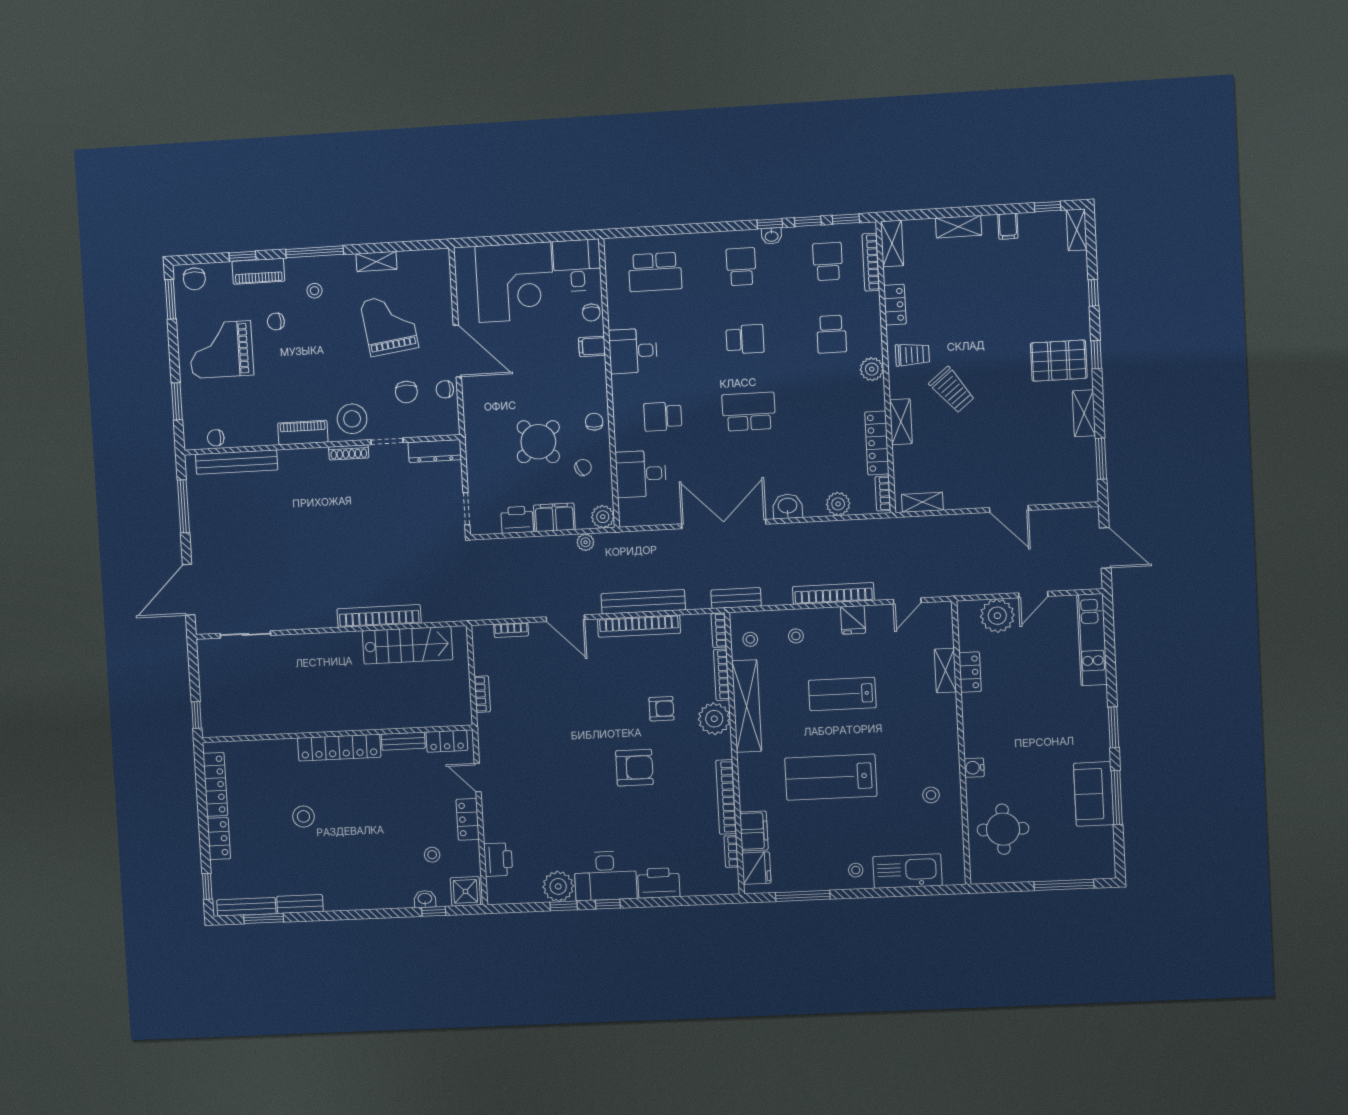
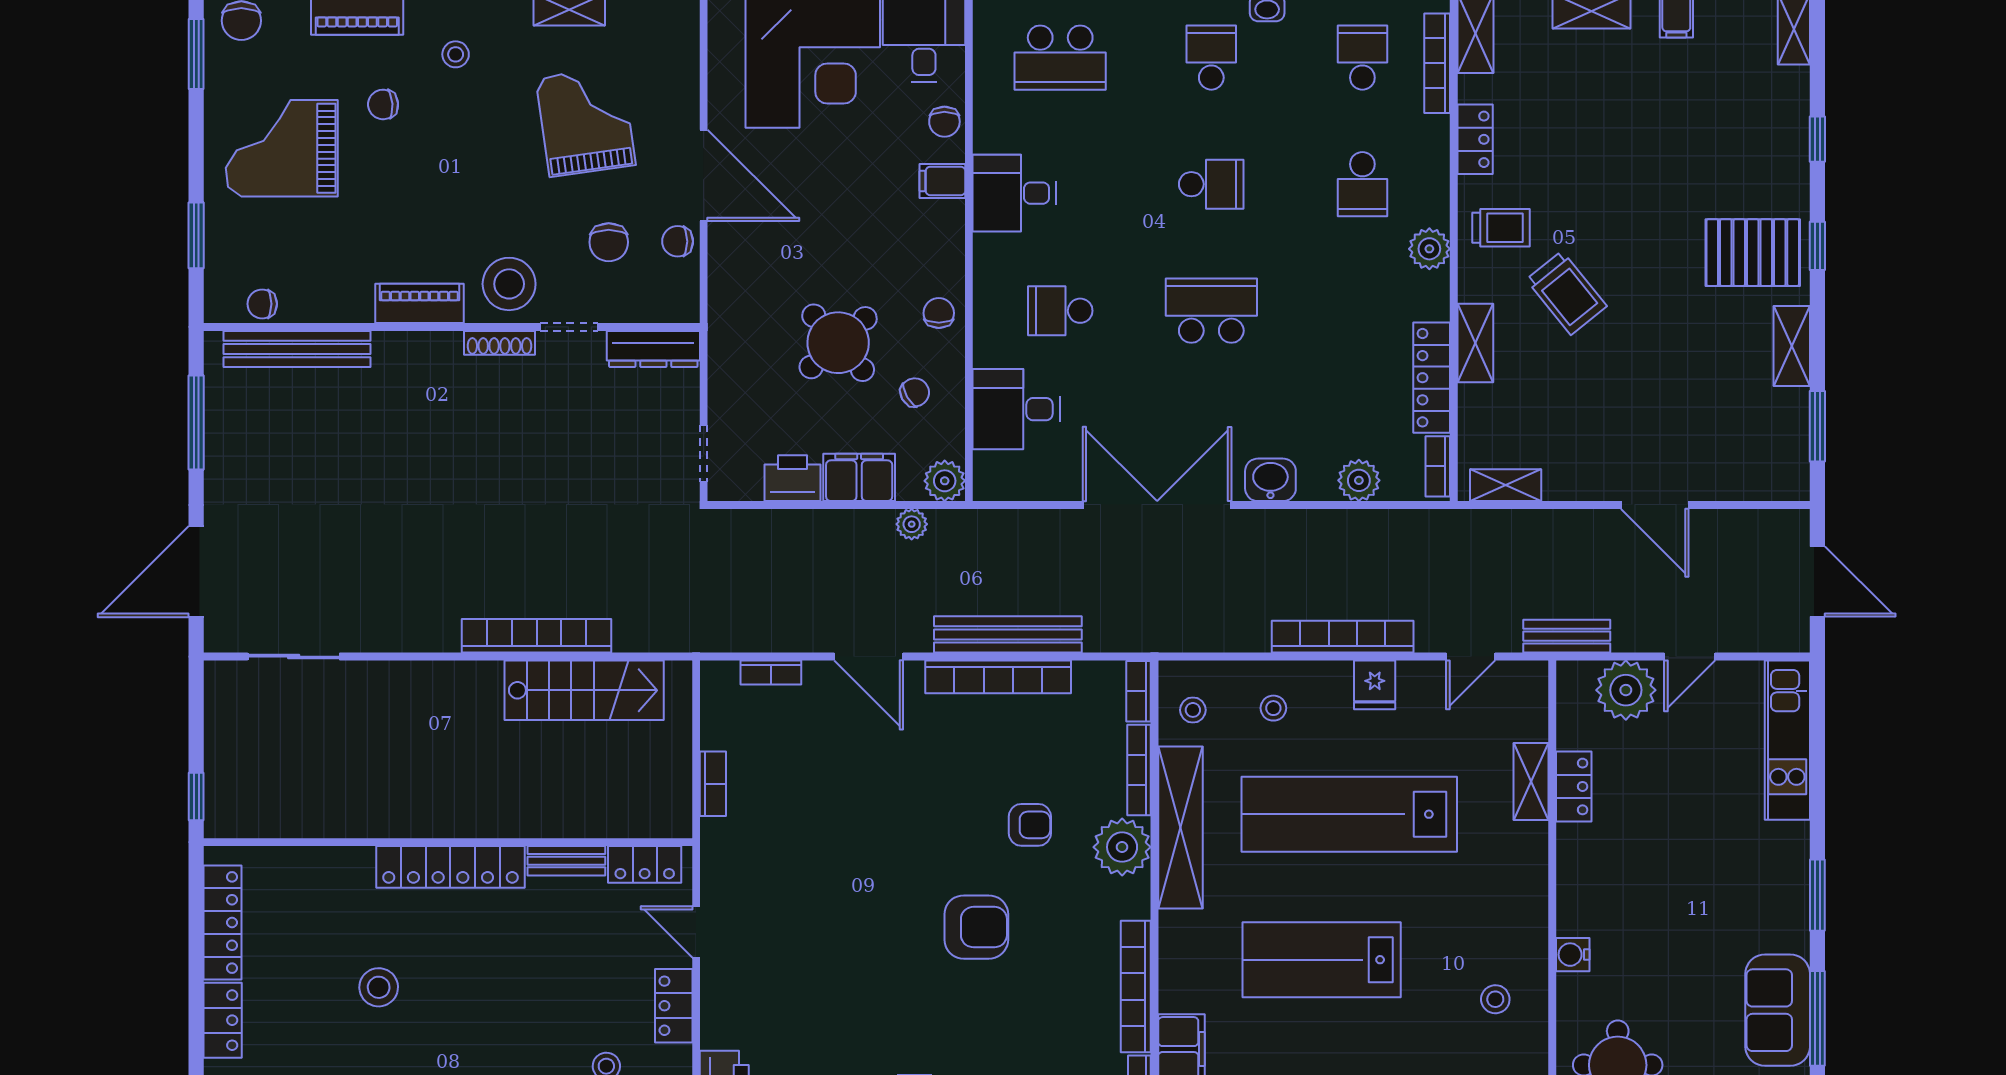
bench: (736, 598) -> (1567, 636), moved
lab bench: (842, 694) -> (1349, 814), width x1.86, depth x1.39

